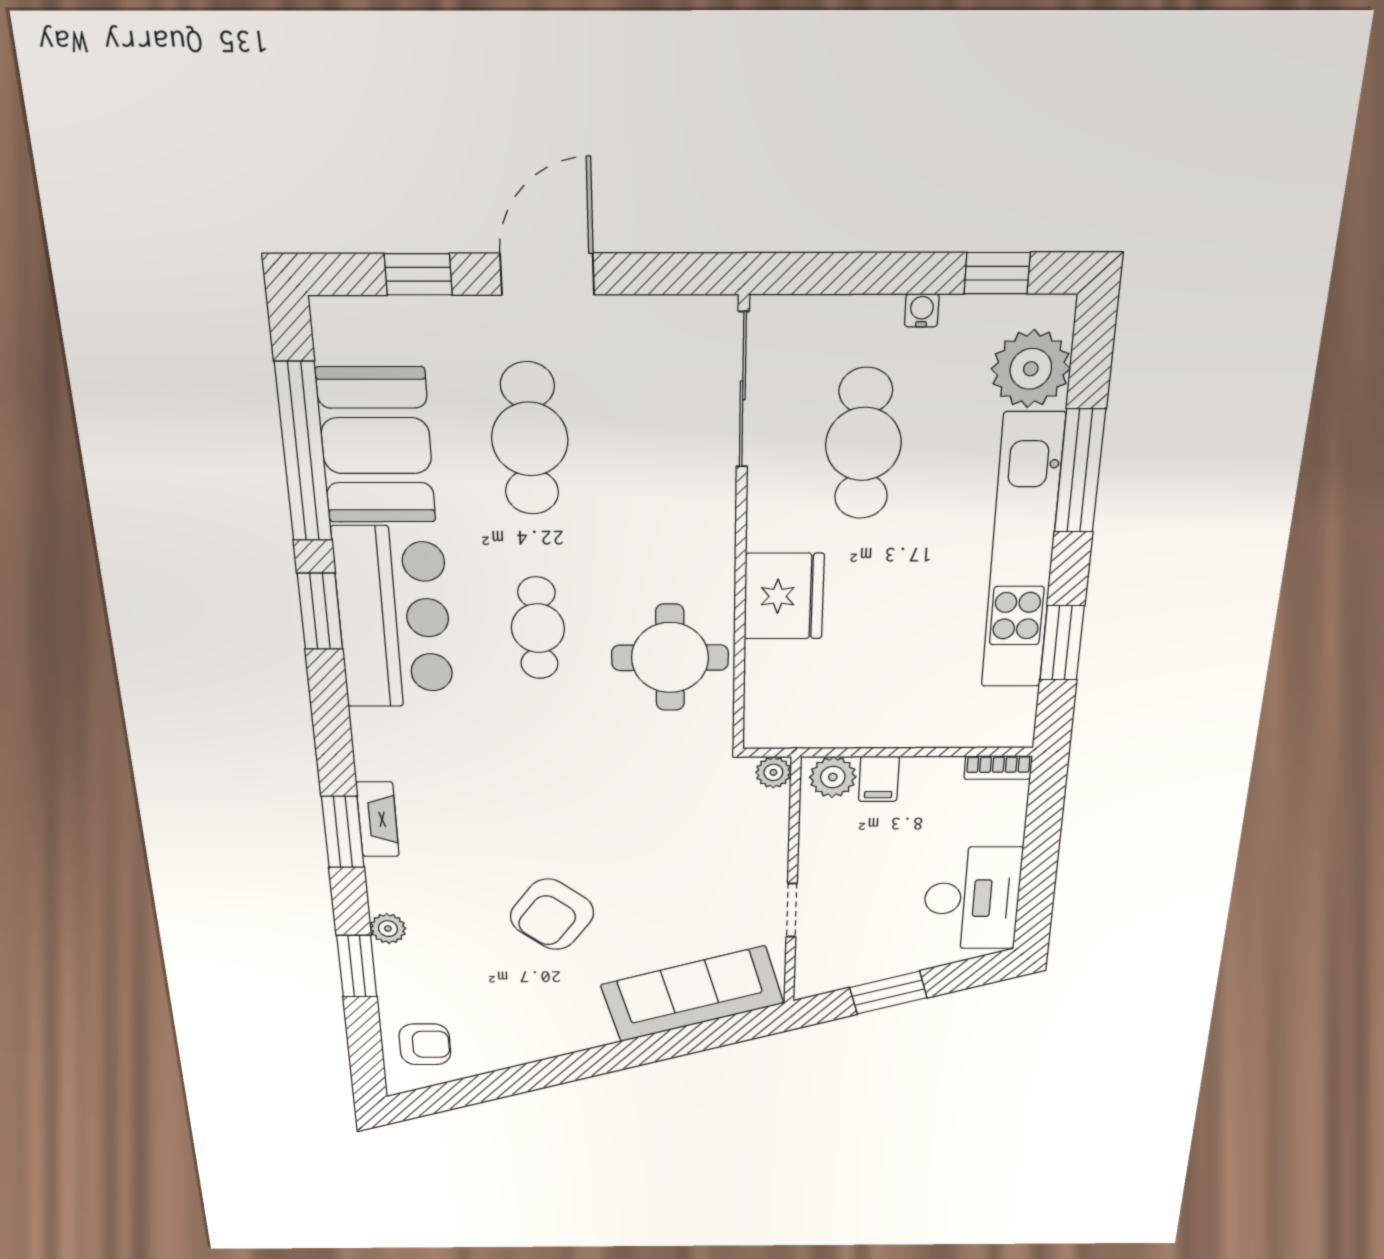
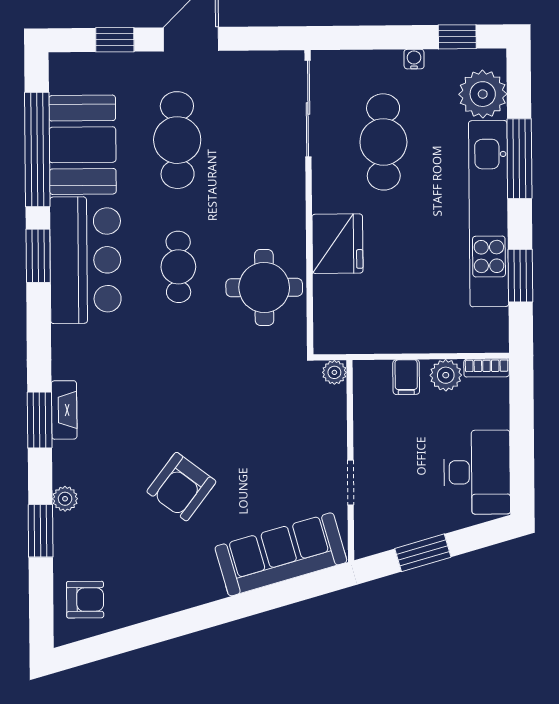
plant: (833, 777) -> (446, 375), moved

